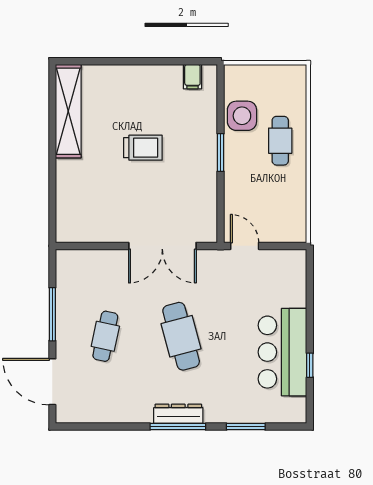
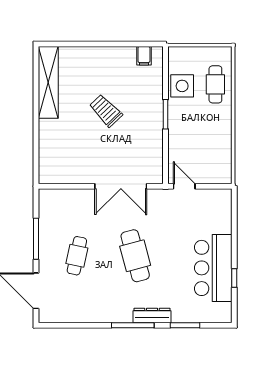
cafe table: (280, 141) -> (215, 84), moved
trolley: (143, 148) -> (106, 111), turned -134
dresser: (178, 414) -> (152, 315), moved

